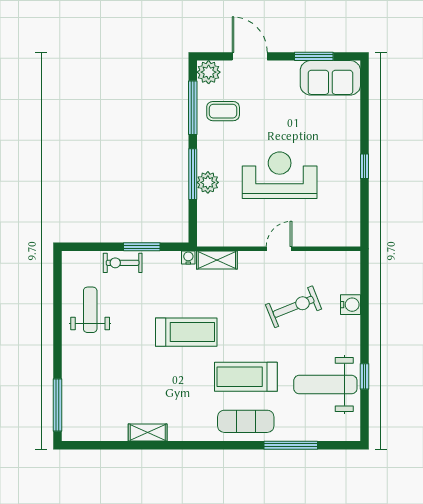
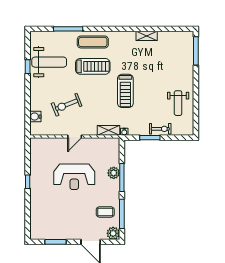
sofa: (330, 78) -> (46, 230), removed
water cooler: (351, 305) -> (35, 117), moved
treadmill: (186, 332) -> (125, 91), turned -90

